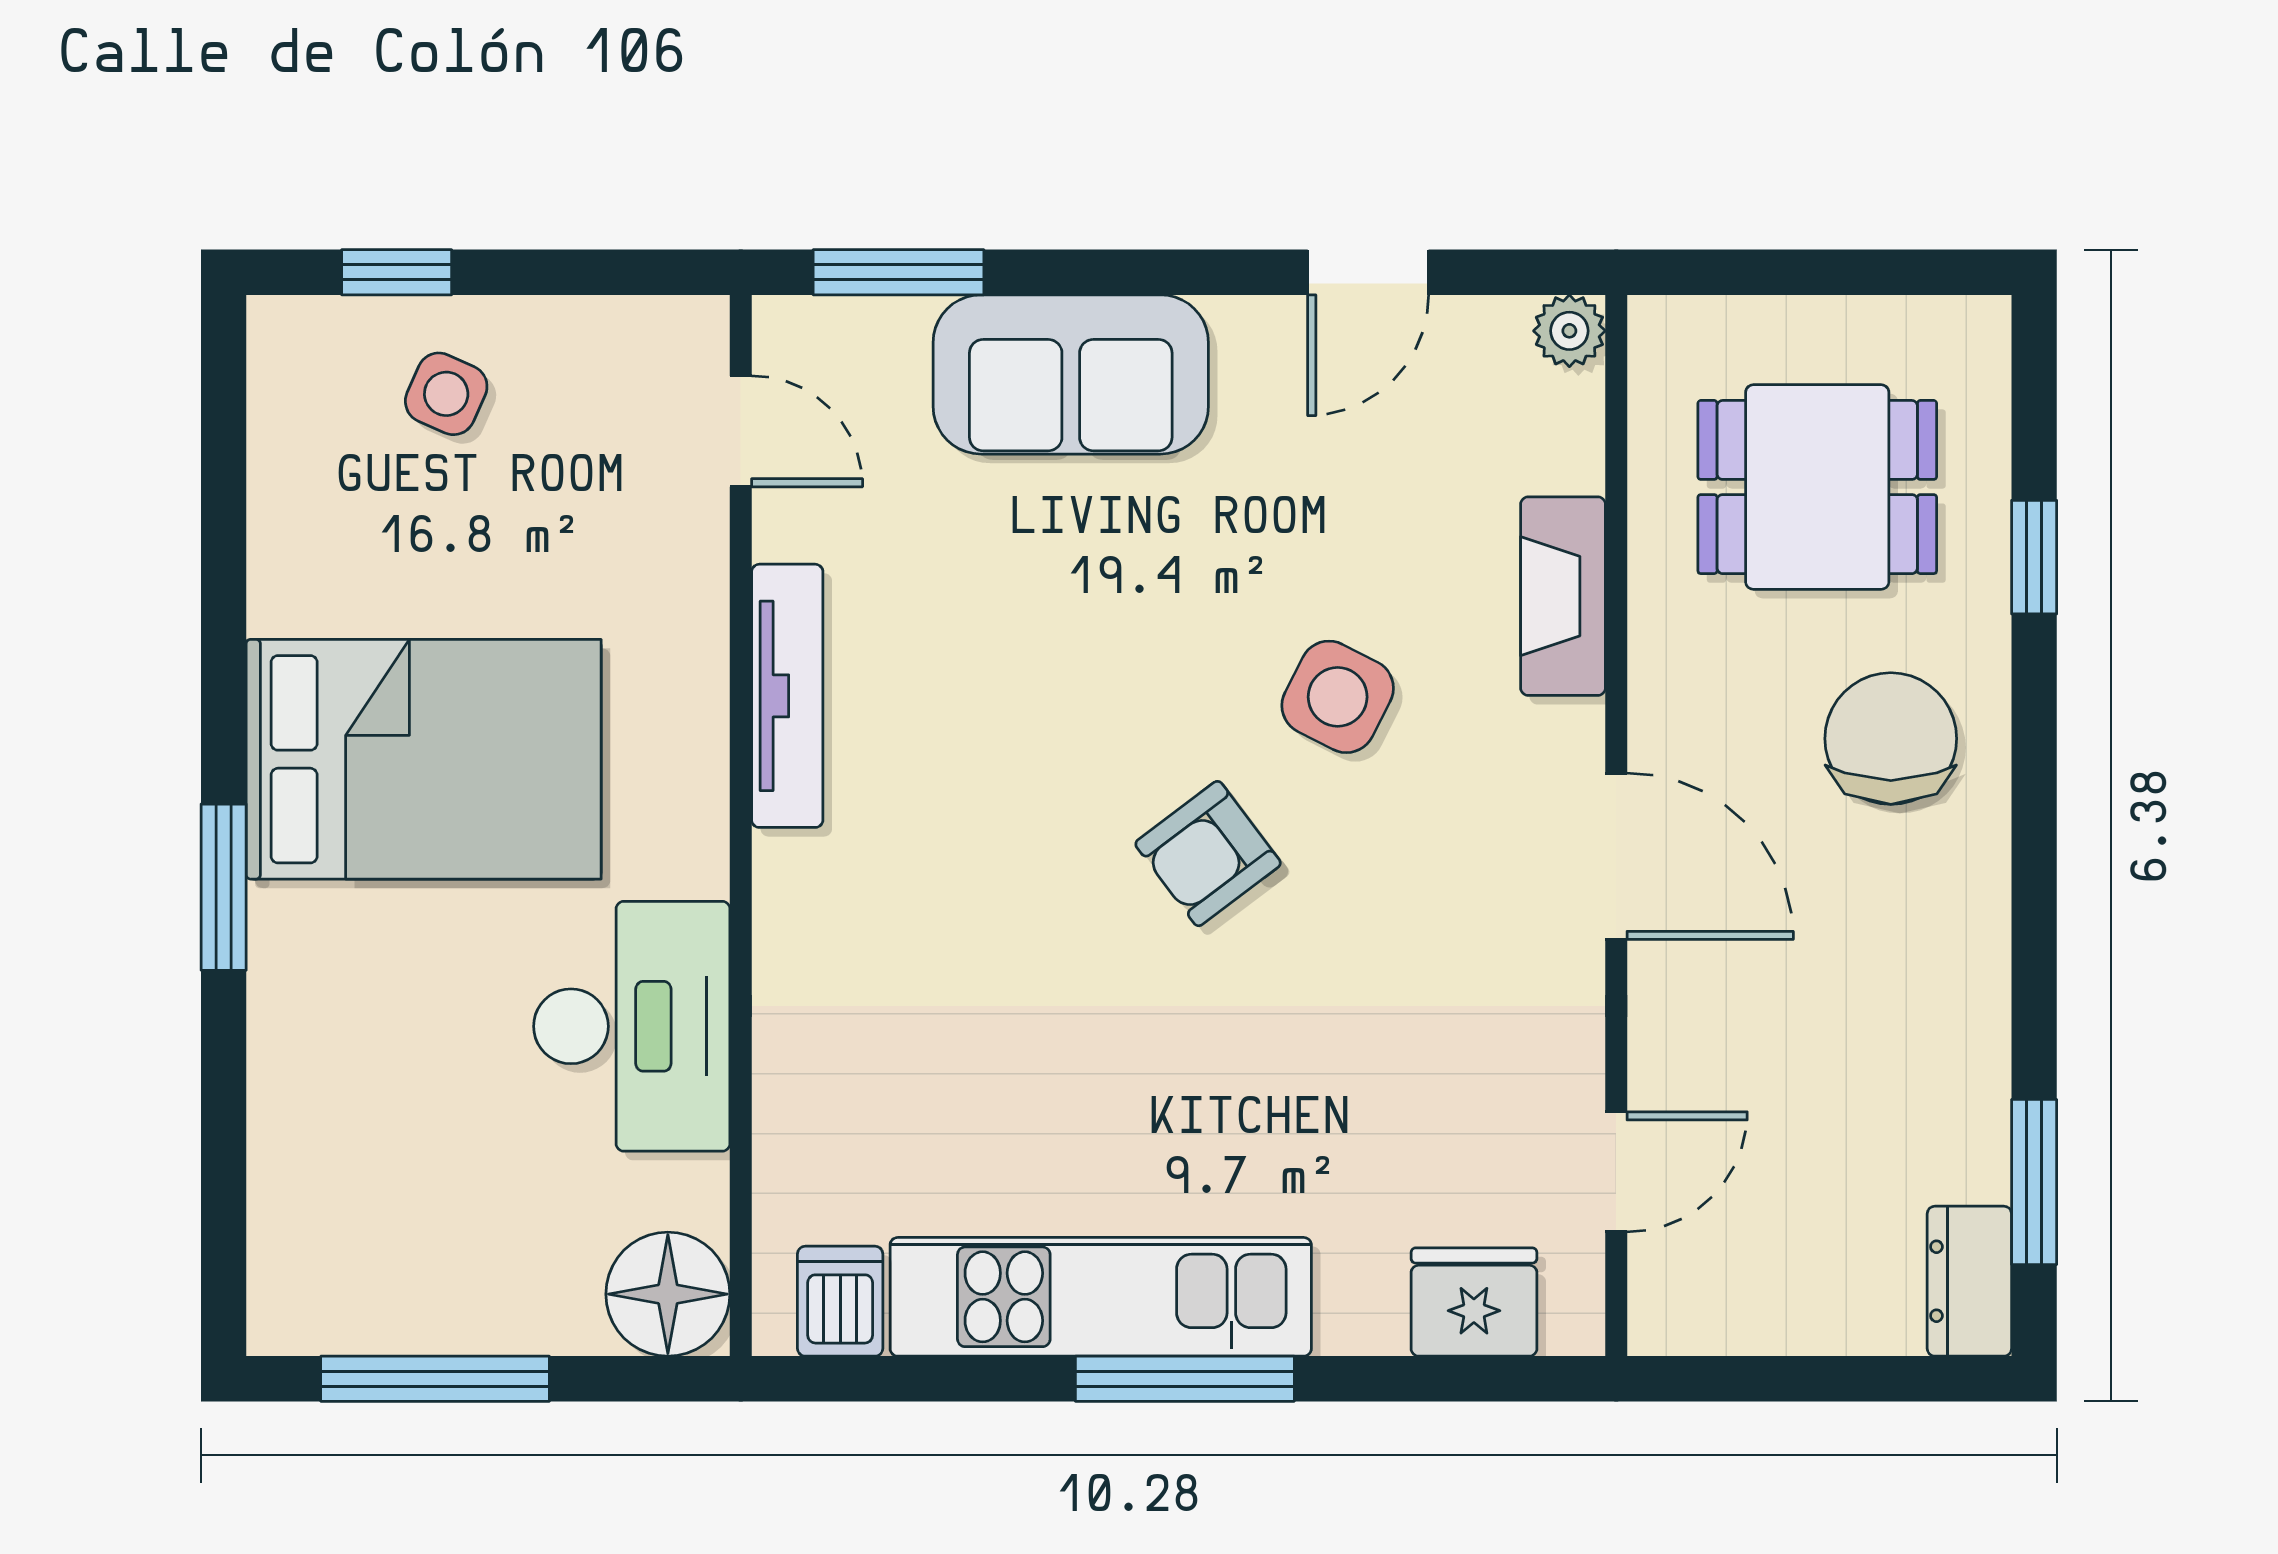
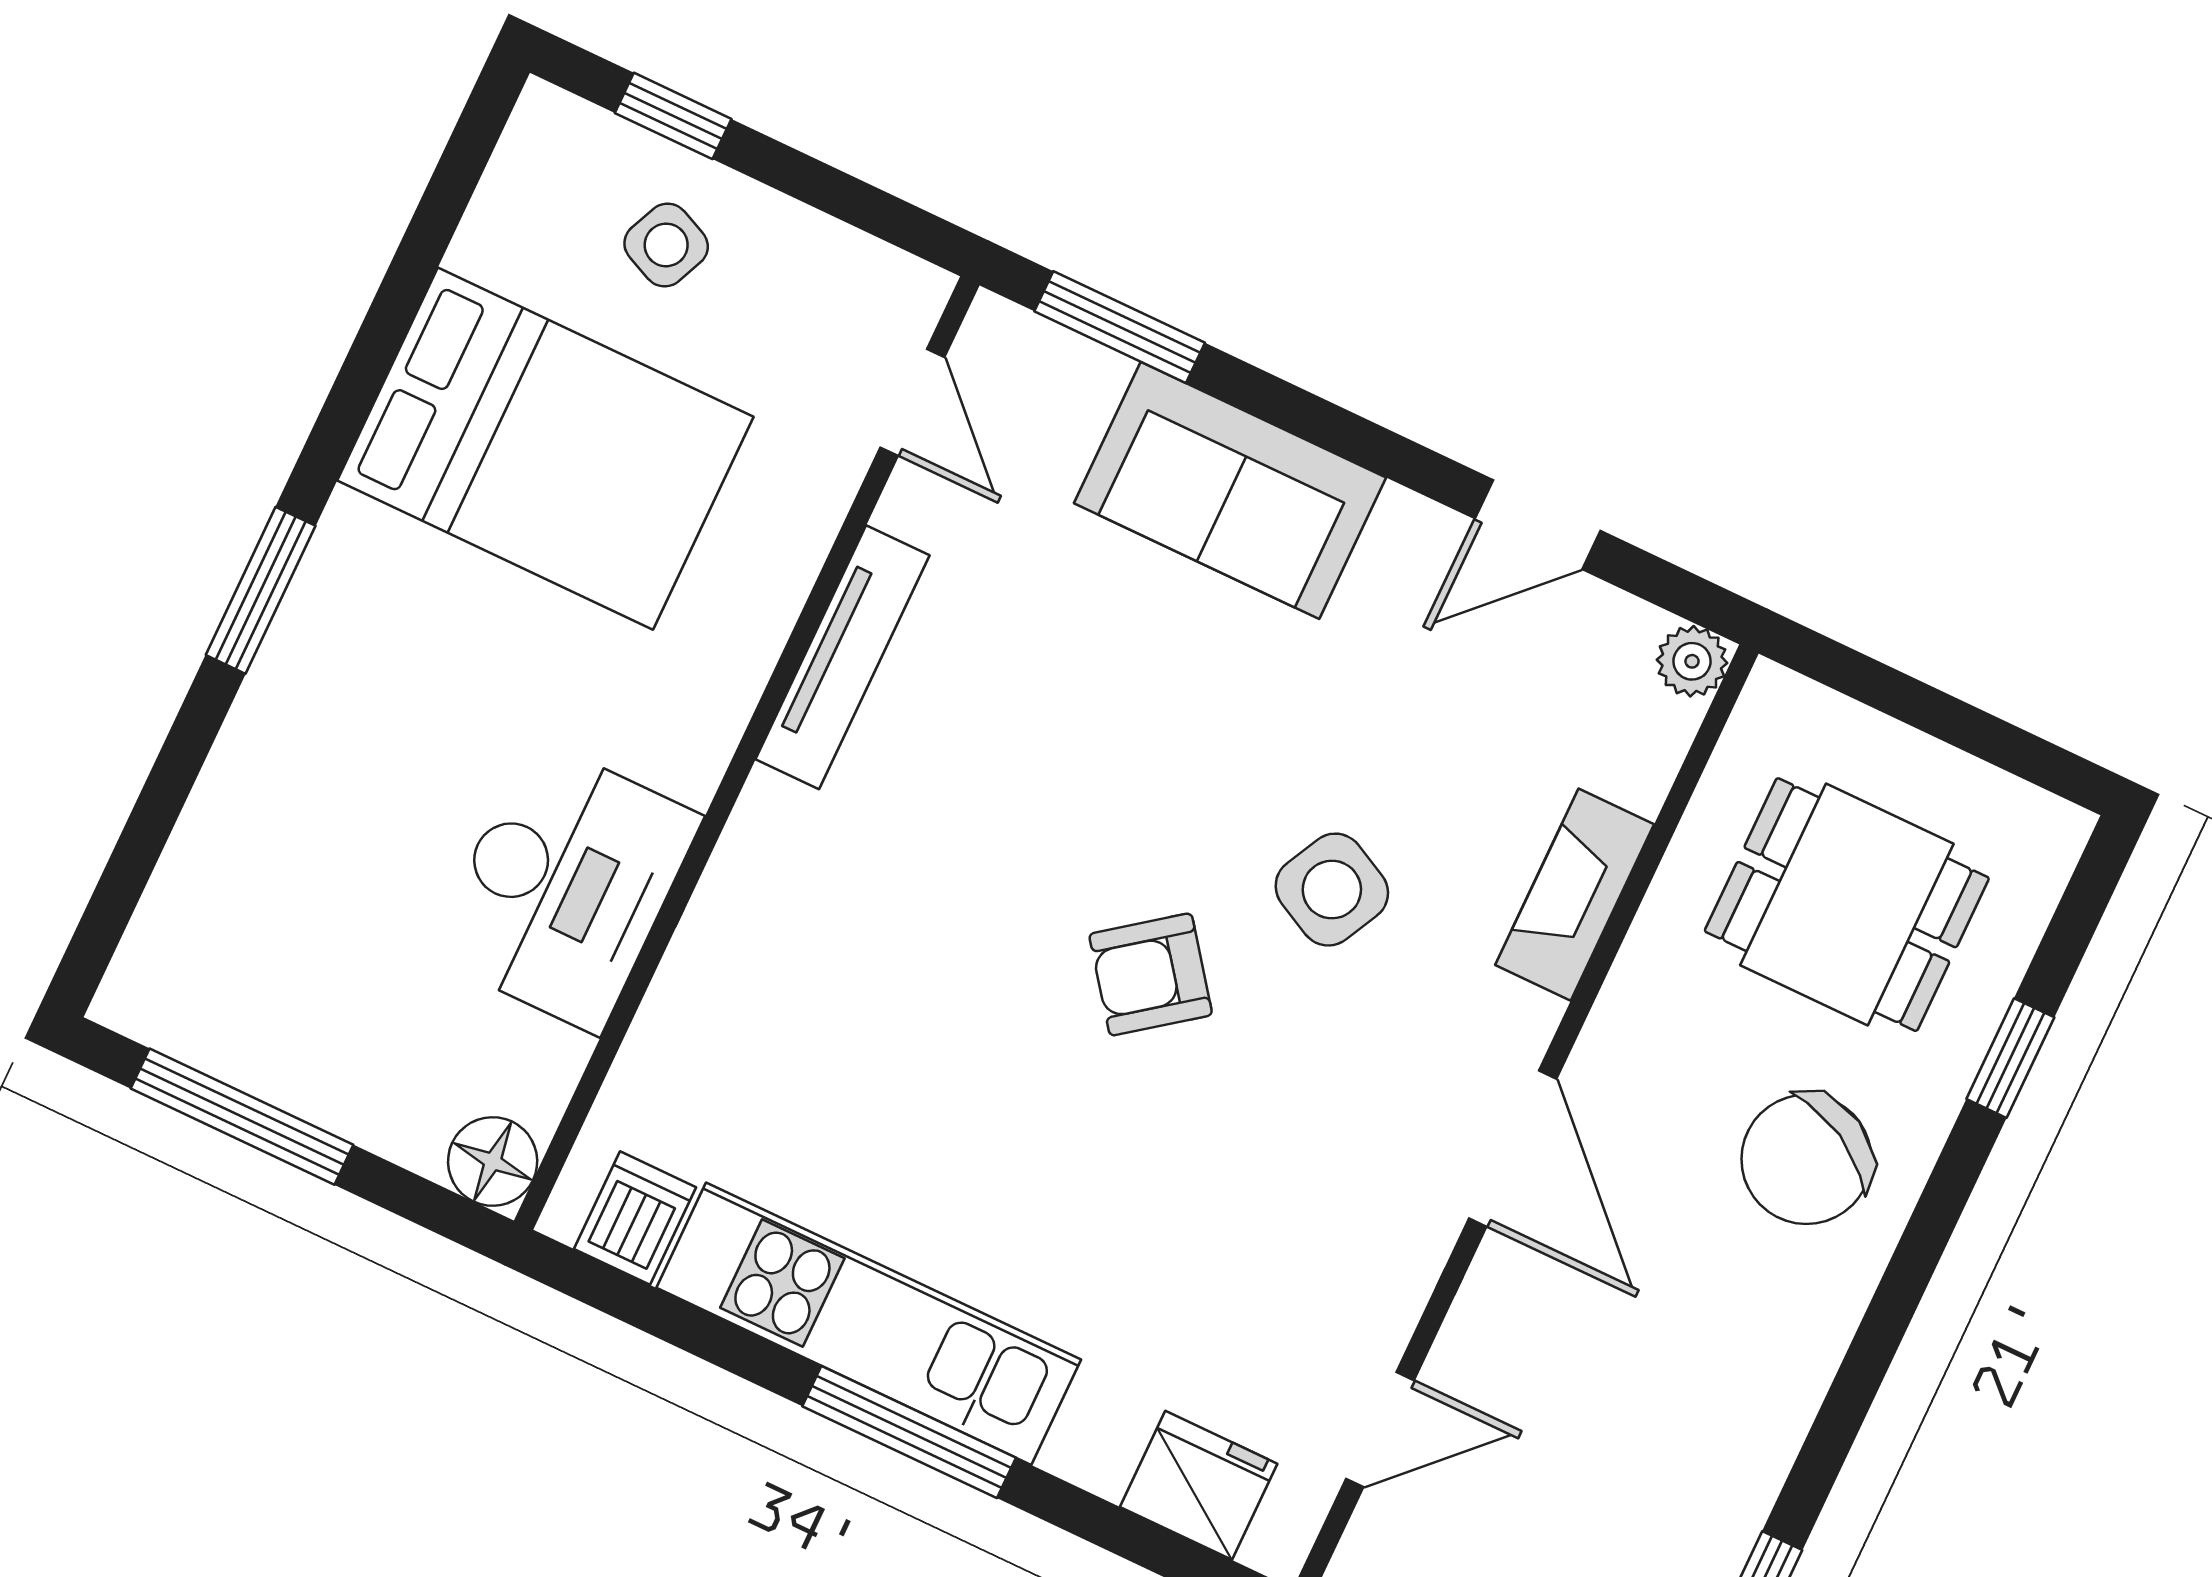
chair: (1891, 739) -> (1806, 1159), turned -151
bed: (424, 759) -> (545, 449), moved
floor lamp: (668, 1294) -> (493, 1161), width x0.73, depth x0.73

